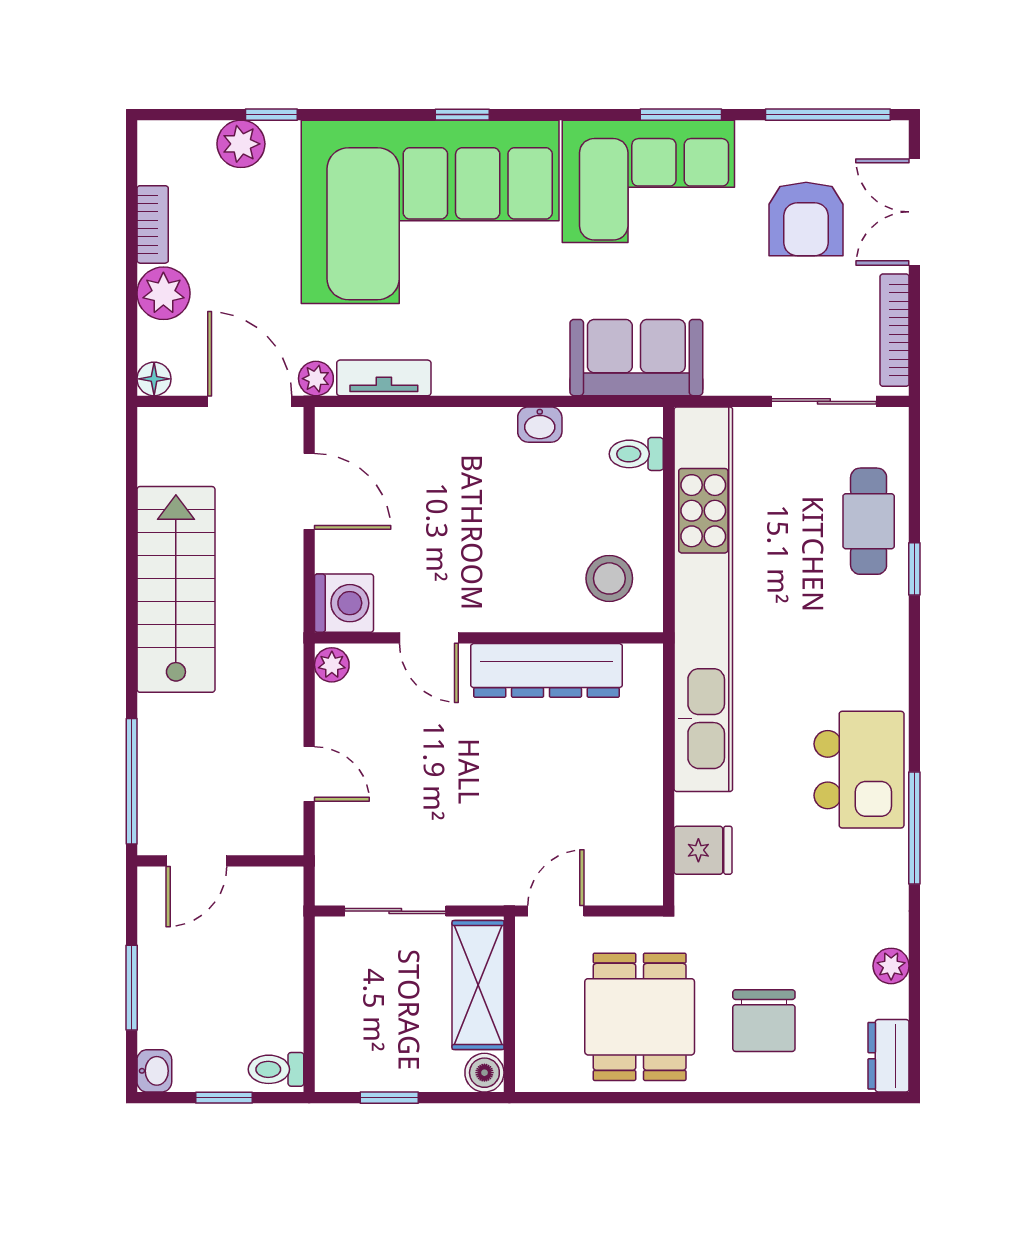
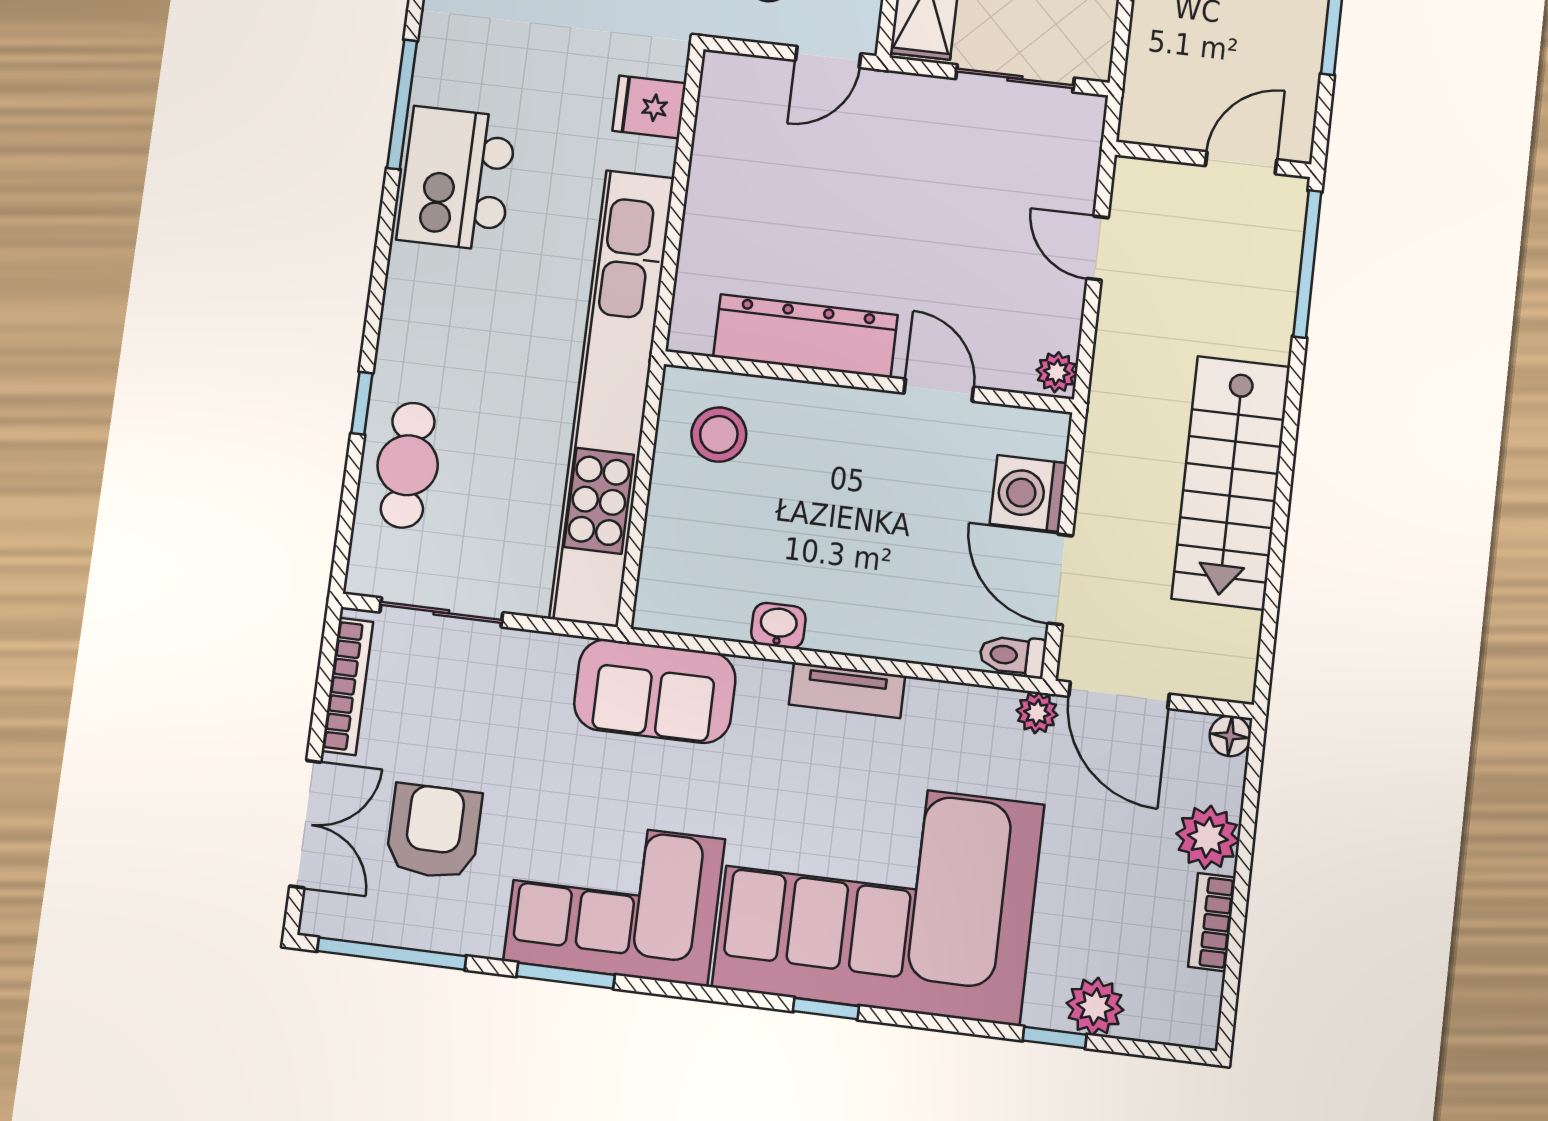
tv unit: (384, 378) -> (847, 690), moved
toilet: (636, 454) -> (1013, 656), moved, turned 180
washing machine: (344, 603) -> (1028, 493), moved

